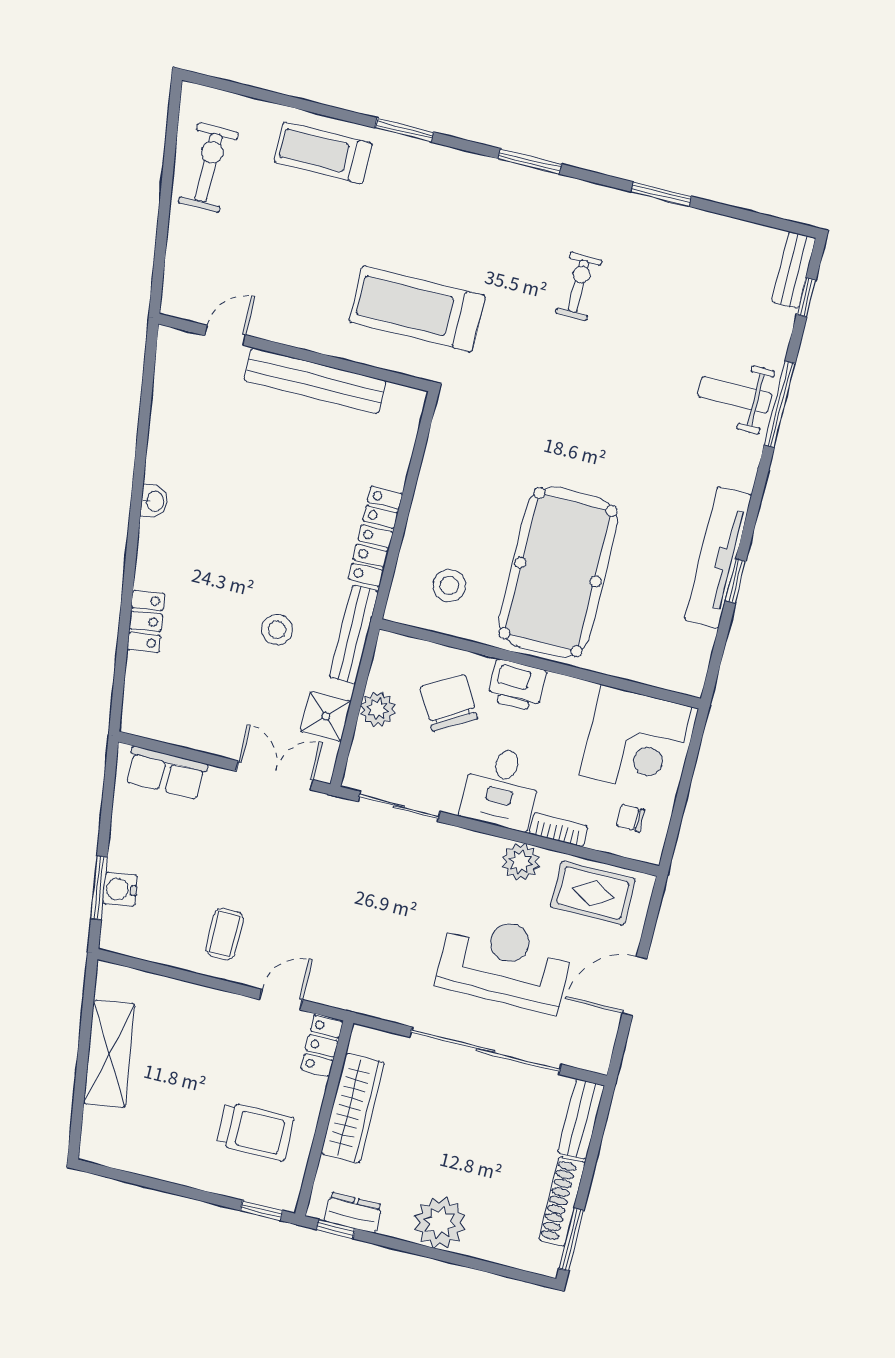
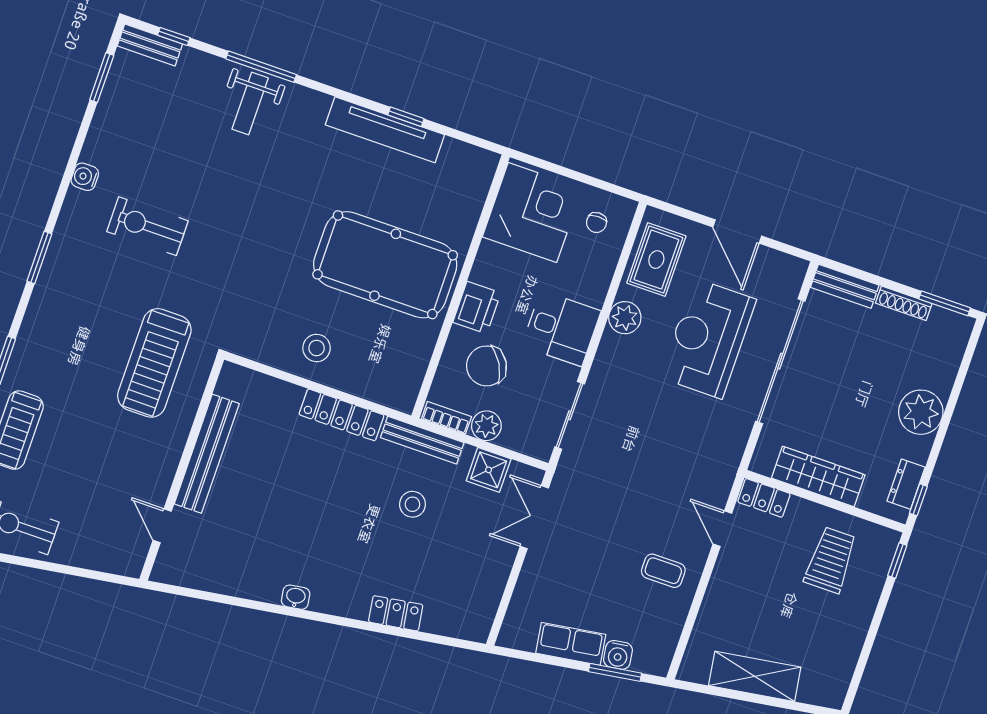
window: (661, 194) -> (102, 78), moved
water cooler: (631, 207) -> (85, 177), added
exercise bike: (579, 286) -> (147, 226), width x1.38, depth x1.39
stool: (449, 586) -> (317, 348), moved
row of seats: (166, 773) -> (571, 644), moved, turned -99
bookcase: (558, 830) -> (446, 418), moved, turned 90
shoe rack: (562, 1201) -> (904, 303), width x0.74, depth x0.81

